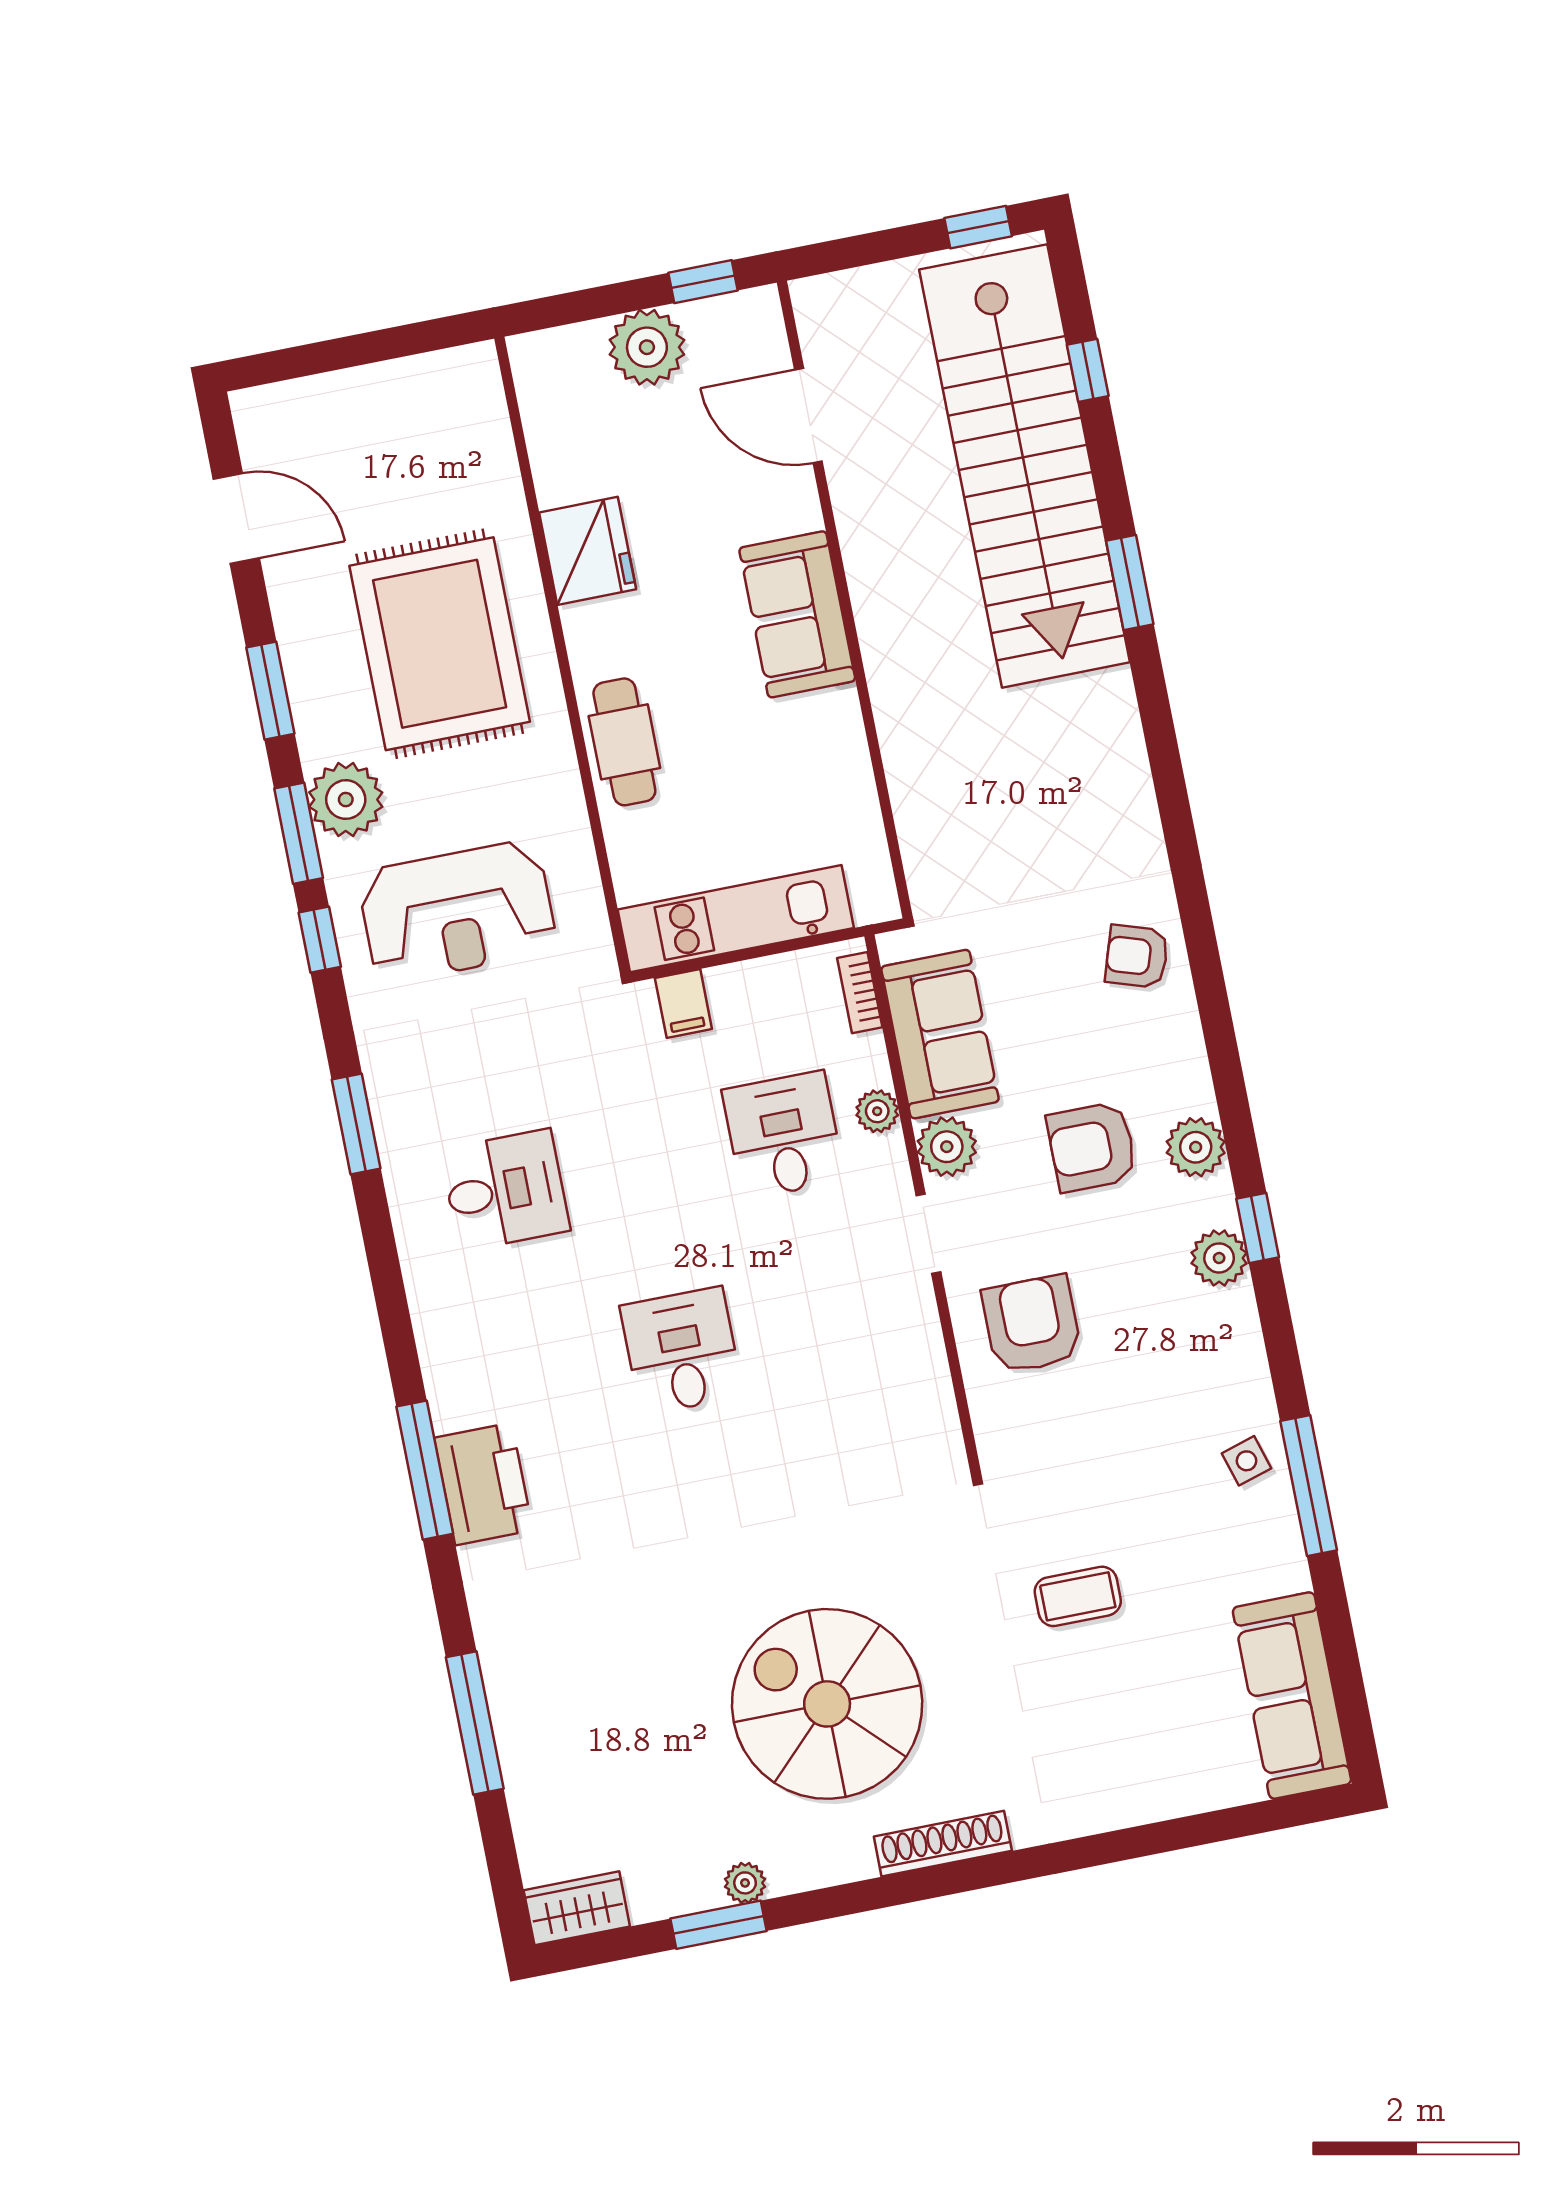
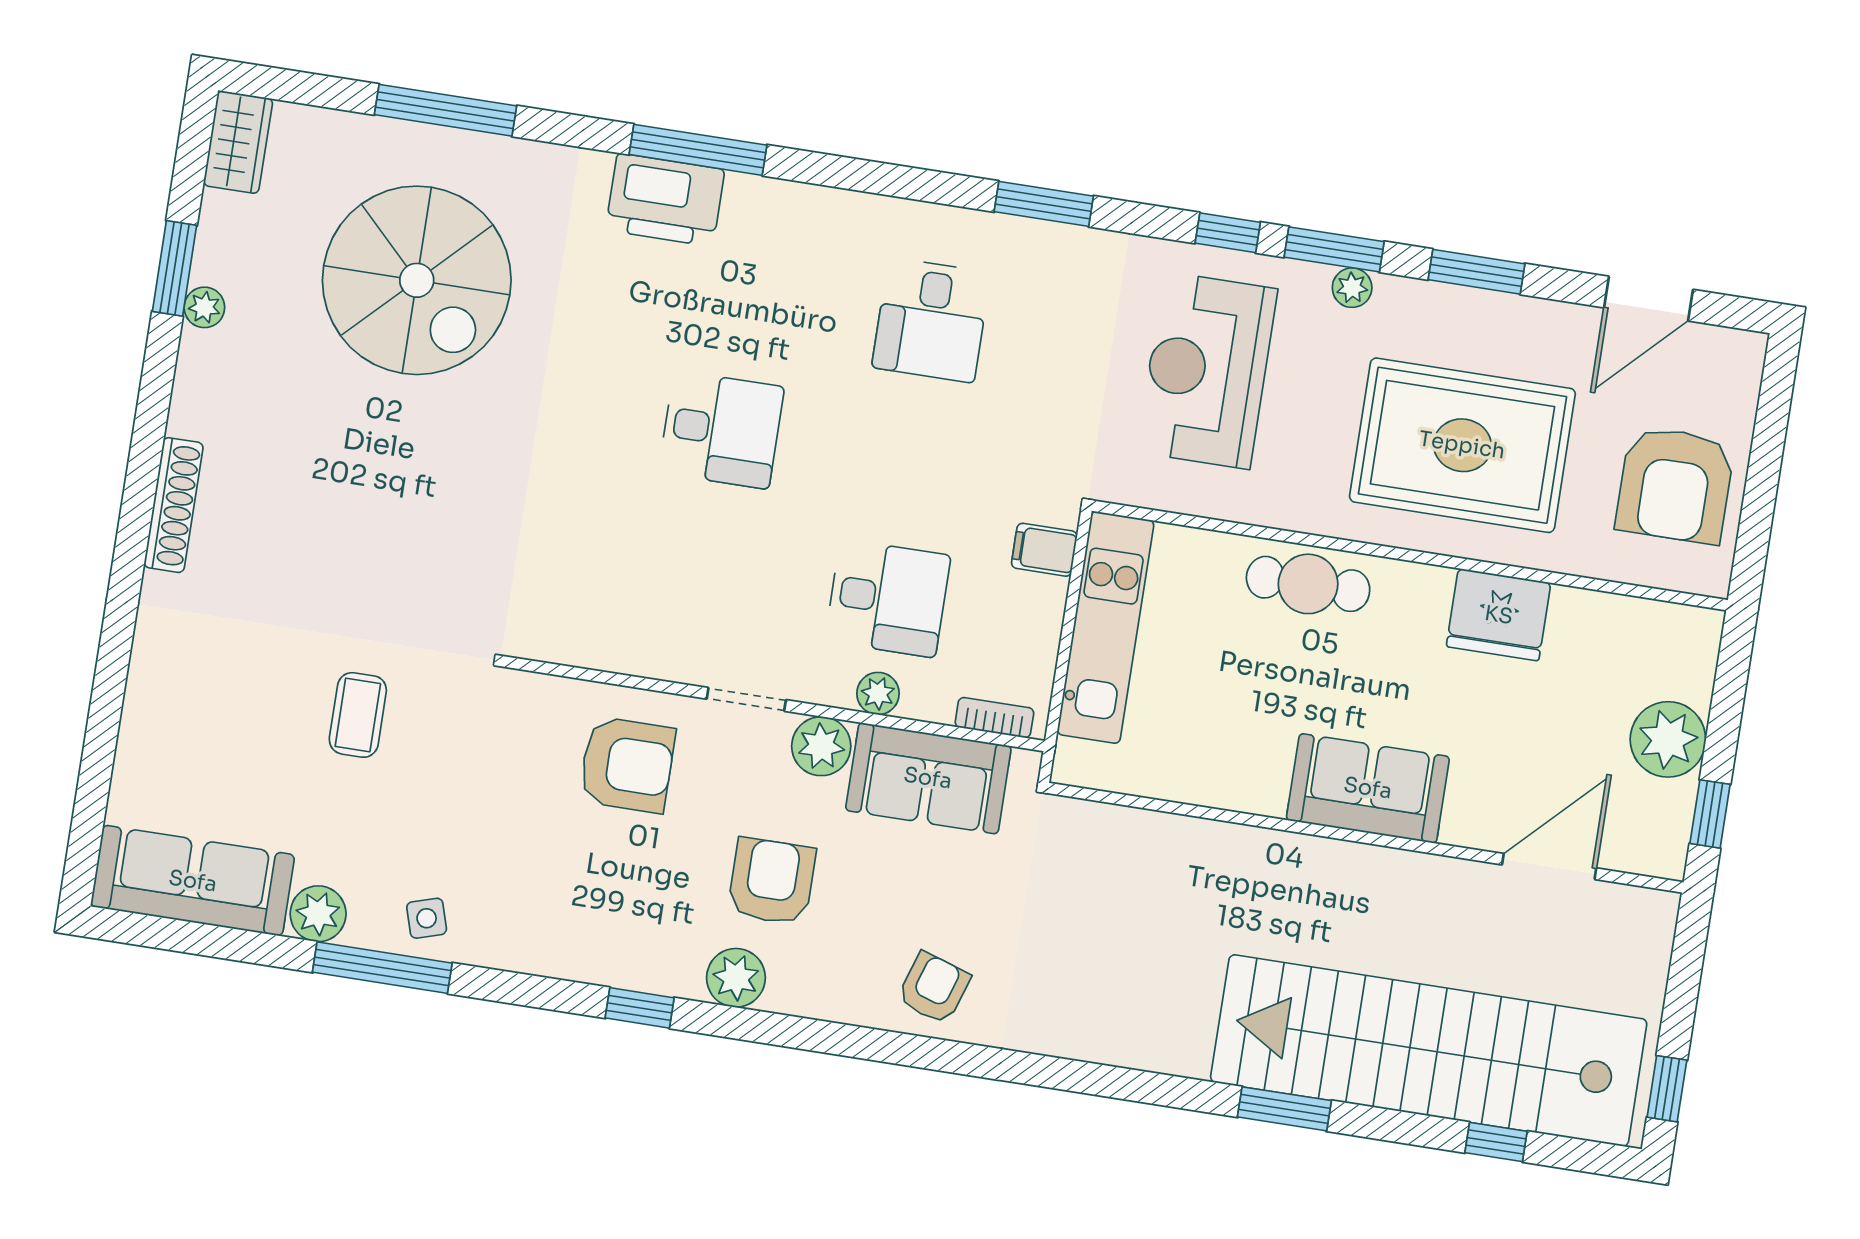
armchair: (404, 429) -> (1675, 485), added
plant: (346, 800) -> (1352, 288), width x0.53, depth x0.53
plant: (1219, 1258) -> (318, 914), moved
spiral stairs: (827, 1704) -> (417, 280), moved, turned 90

